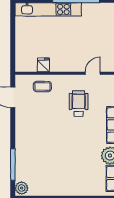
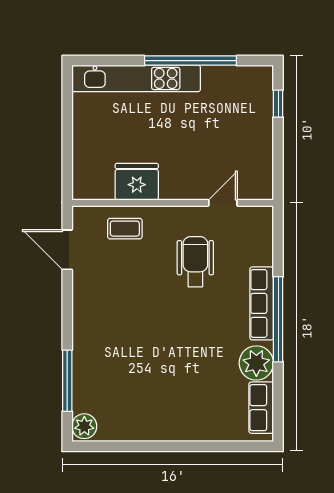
fridge: (43, 65) -> (137, 182), width x1.88, depth x1.34

